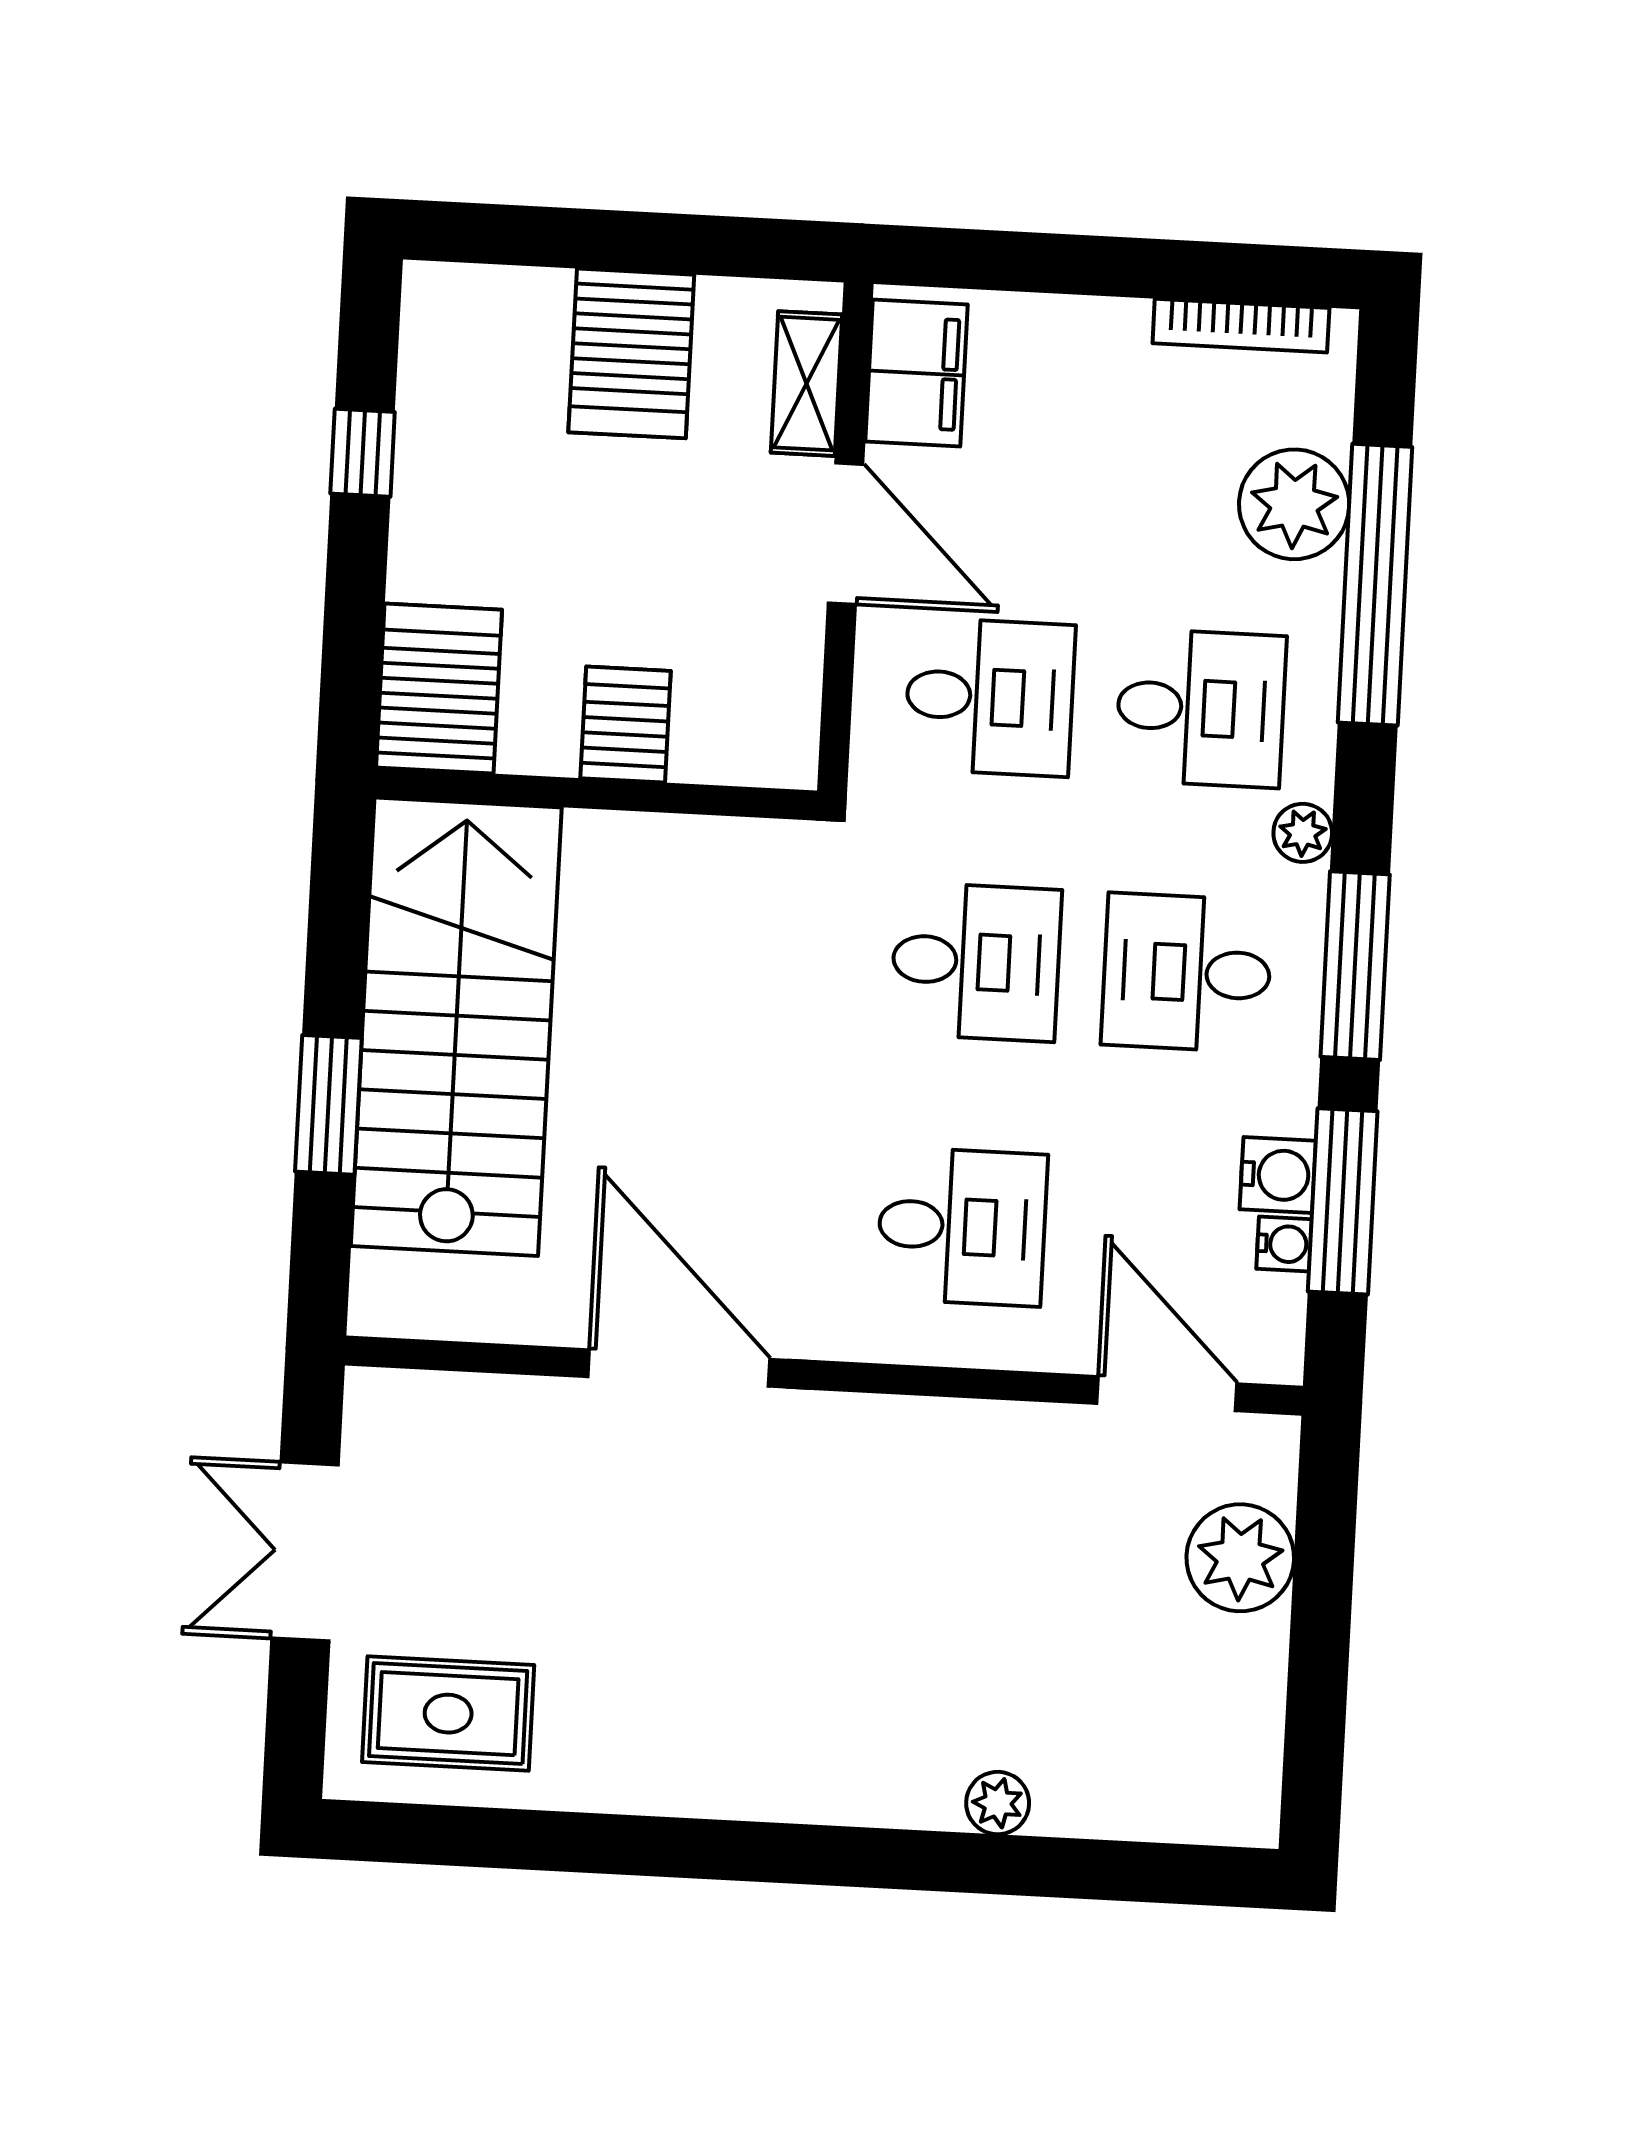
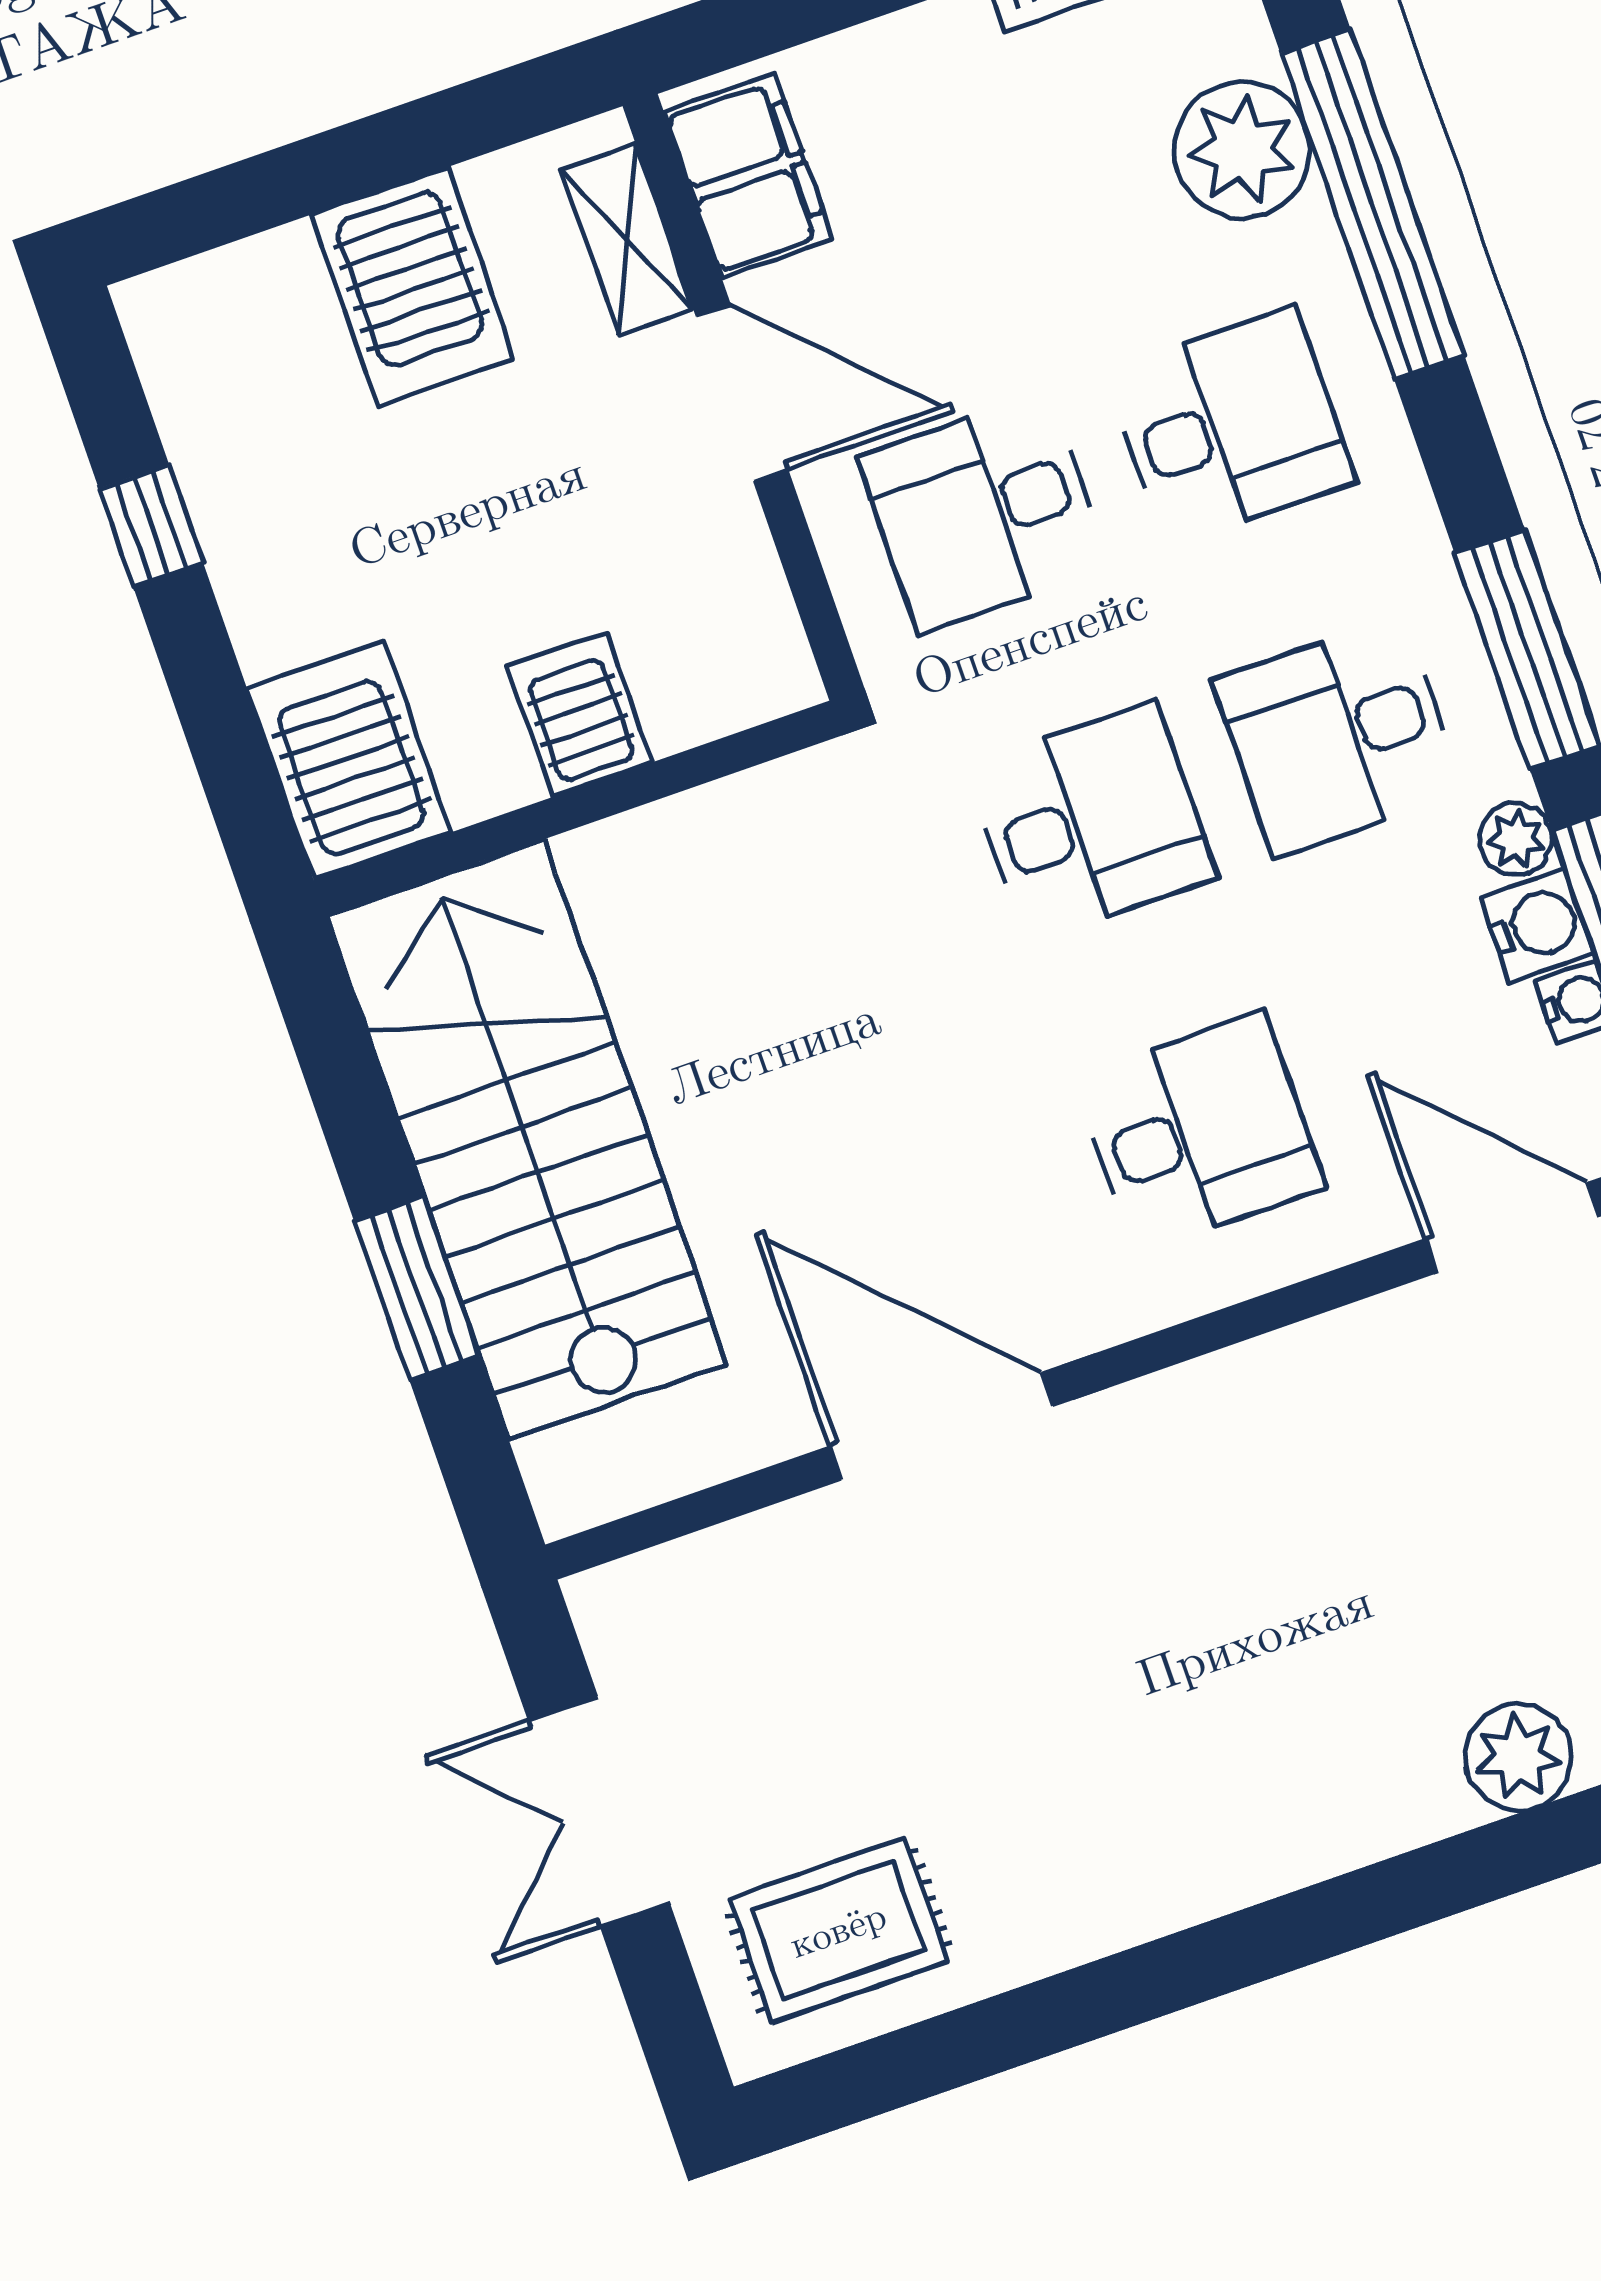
desk: (990, 697) -> (984, 513), turned 180
plant: (1303, 833) -> (1516, 839), moved
plant: (998, 1803) -> (1518, 1757), width x1.38, depth x1.38

